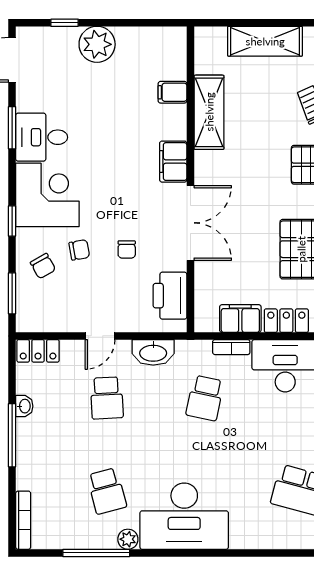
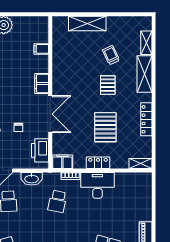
shelving: (209, 112) -> (59, 59), removed
filing cabinet: (240, 319) -> (62, 162), moved

